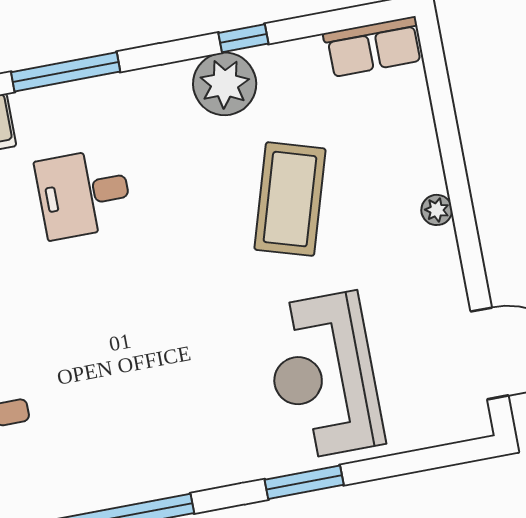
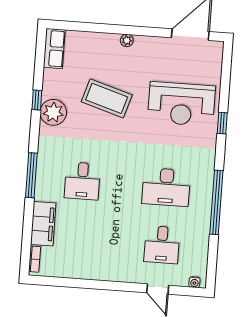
desk: (121, 392) -> (166, 187), added
window: (304, 482) -> (222, 123), width x0.67

